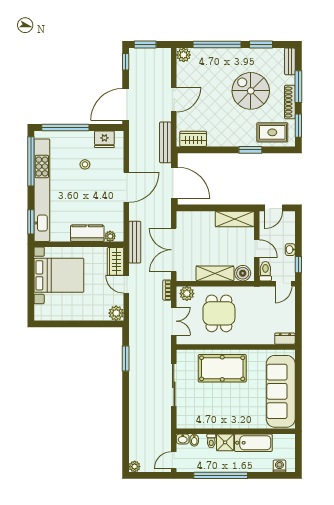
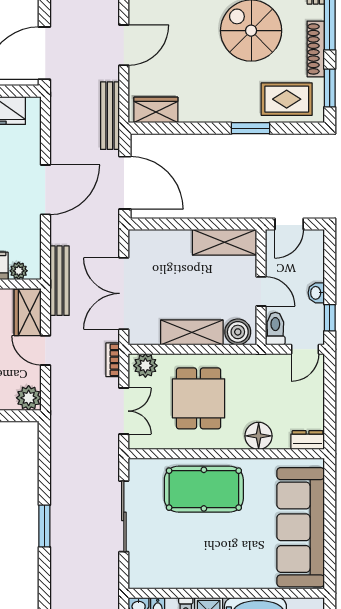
floor lamp: (255, 336) -> (259, 436), added
window: (126, 359) -> (44, 526), moved

